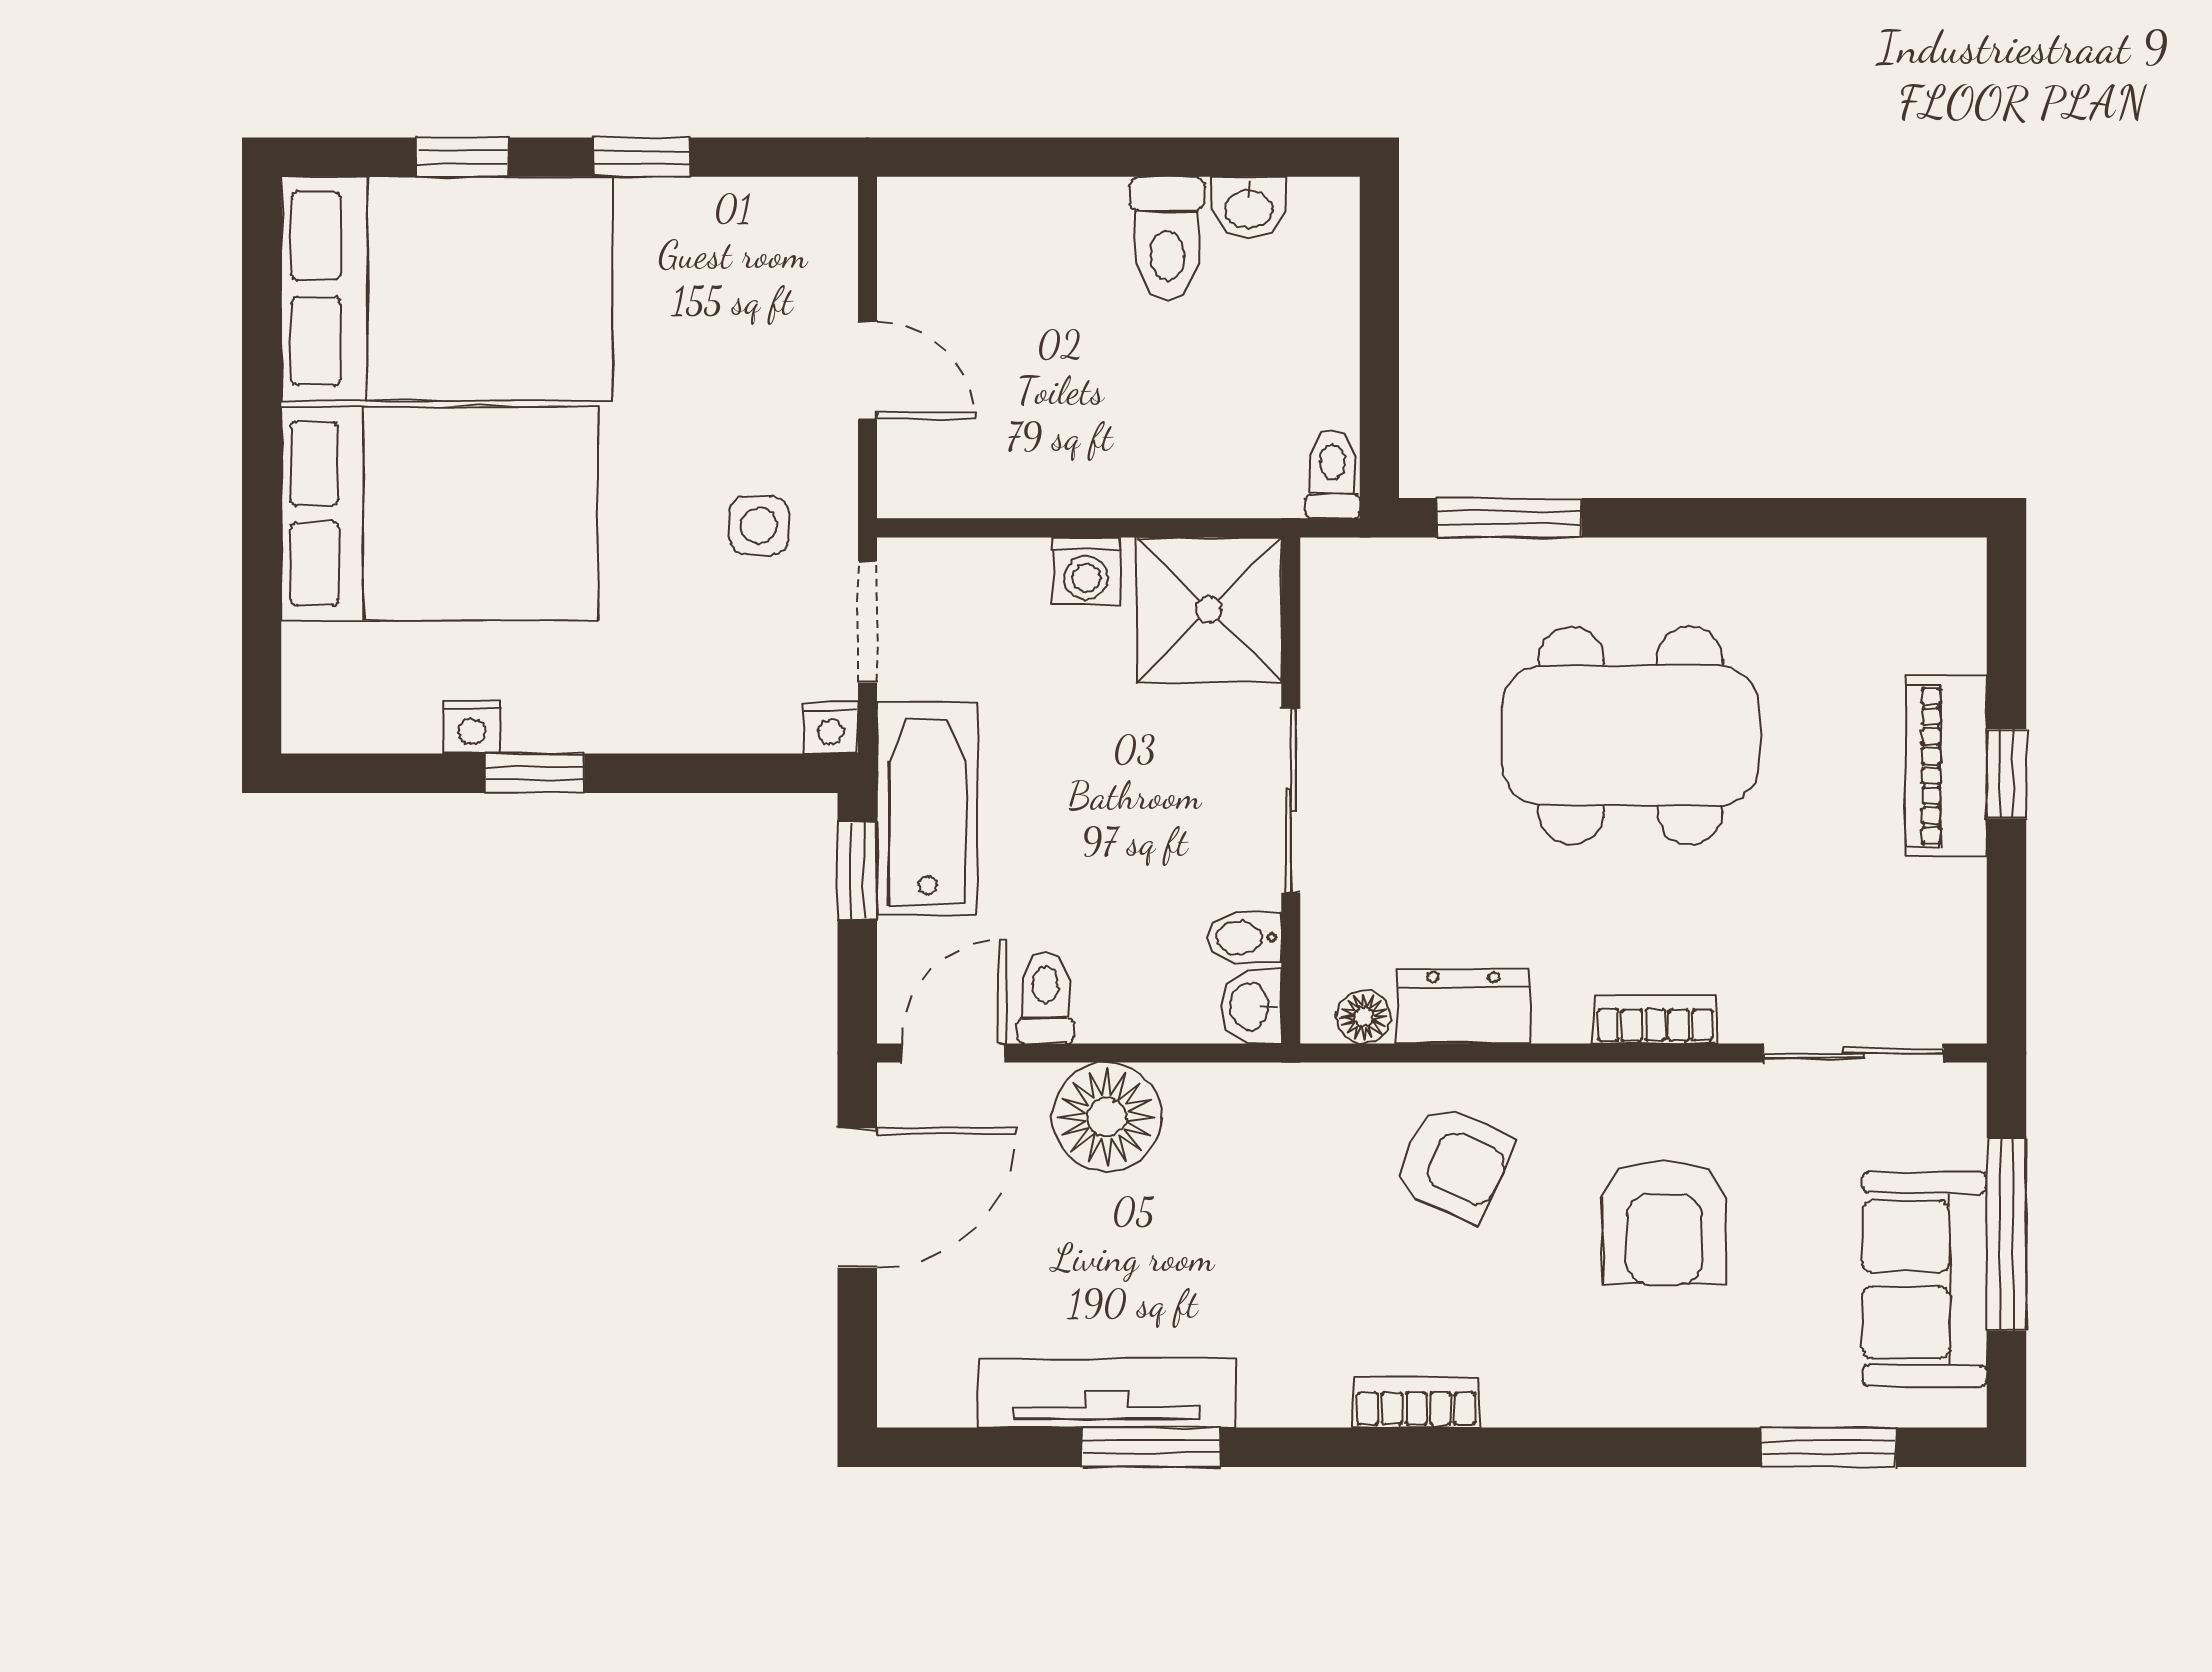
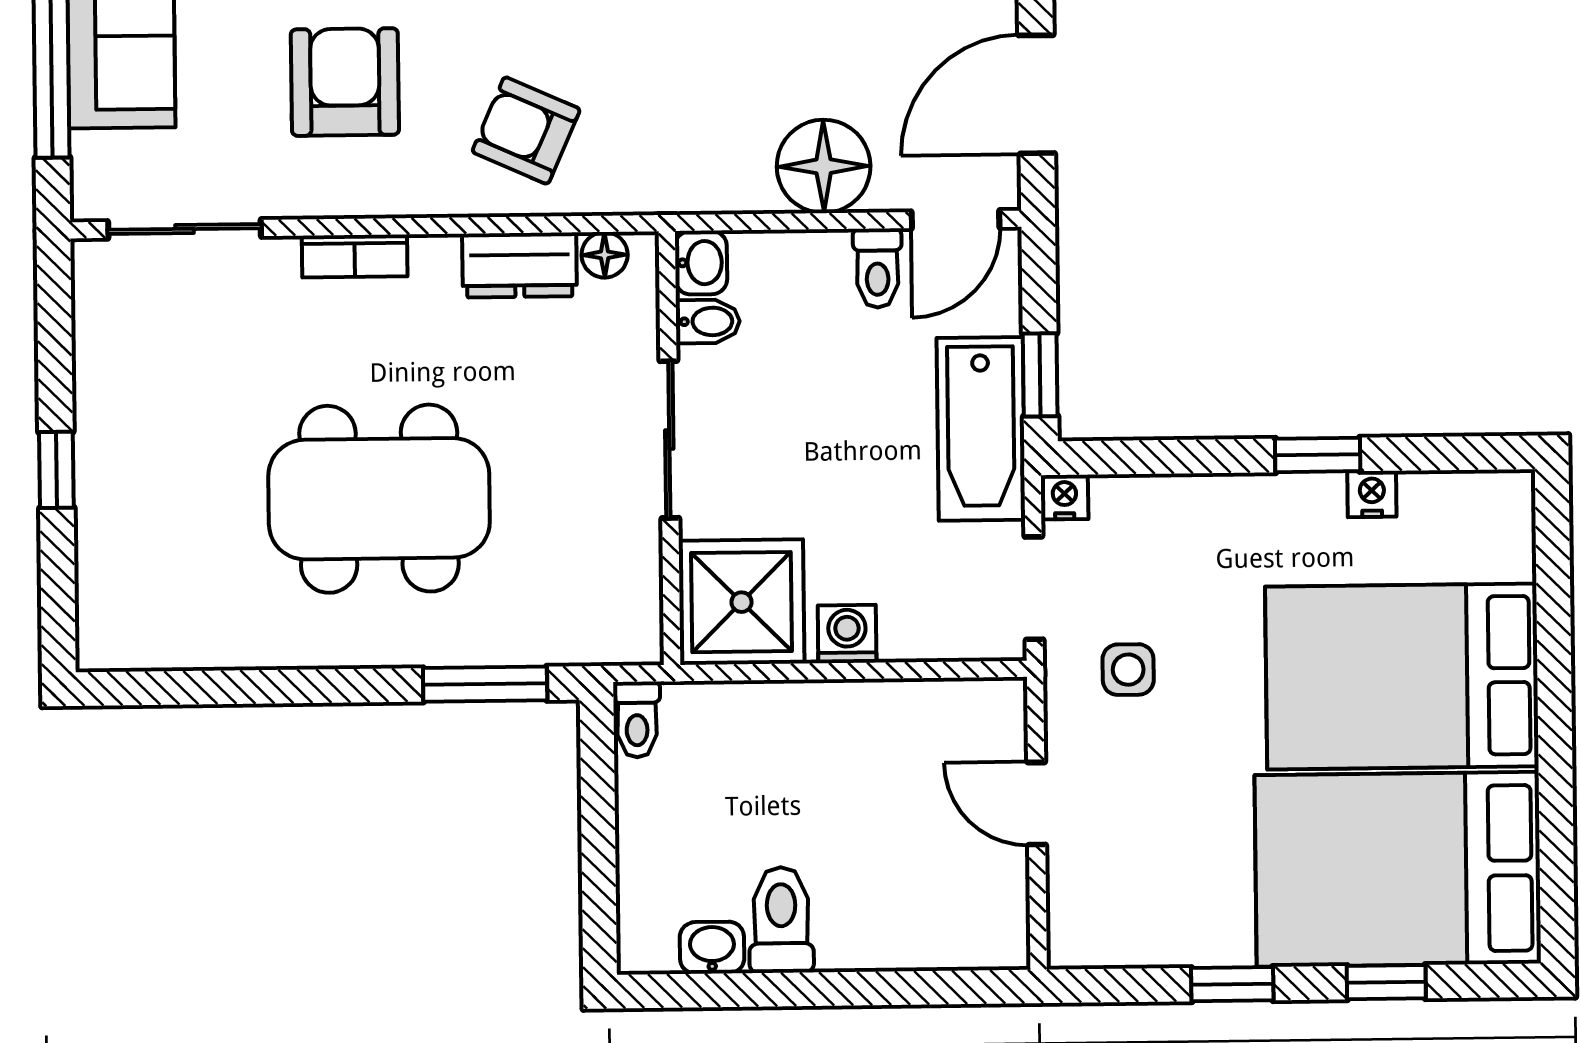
piano: (1946, 766) -> (108, 476), removed

